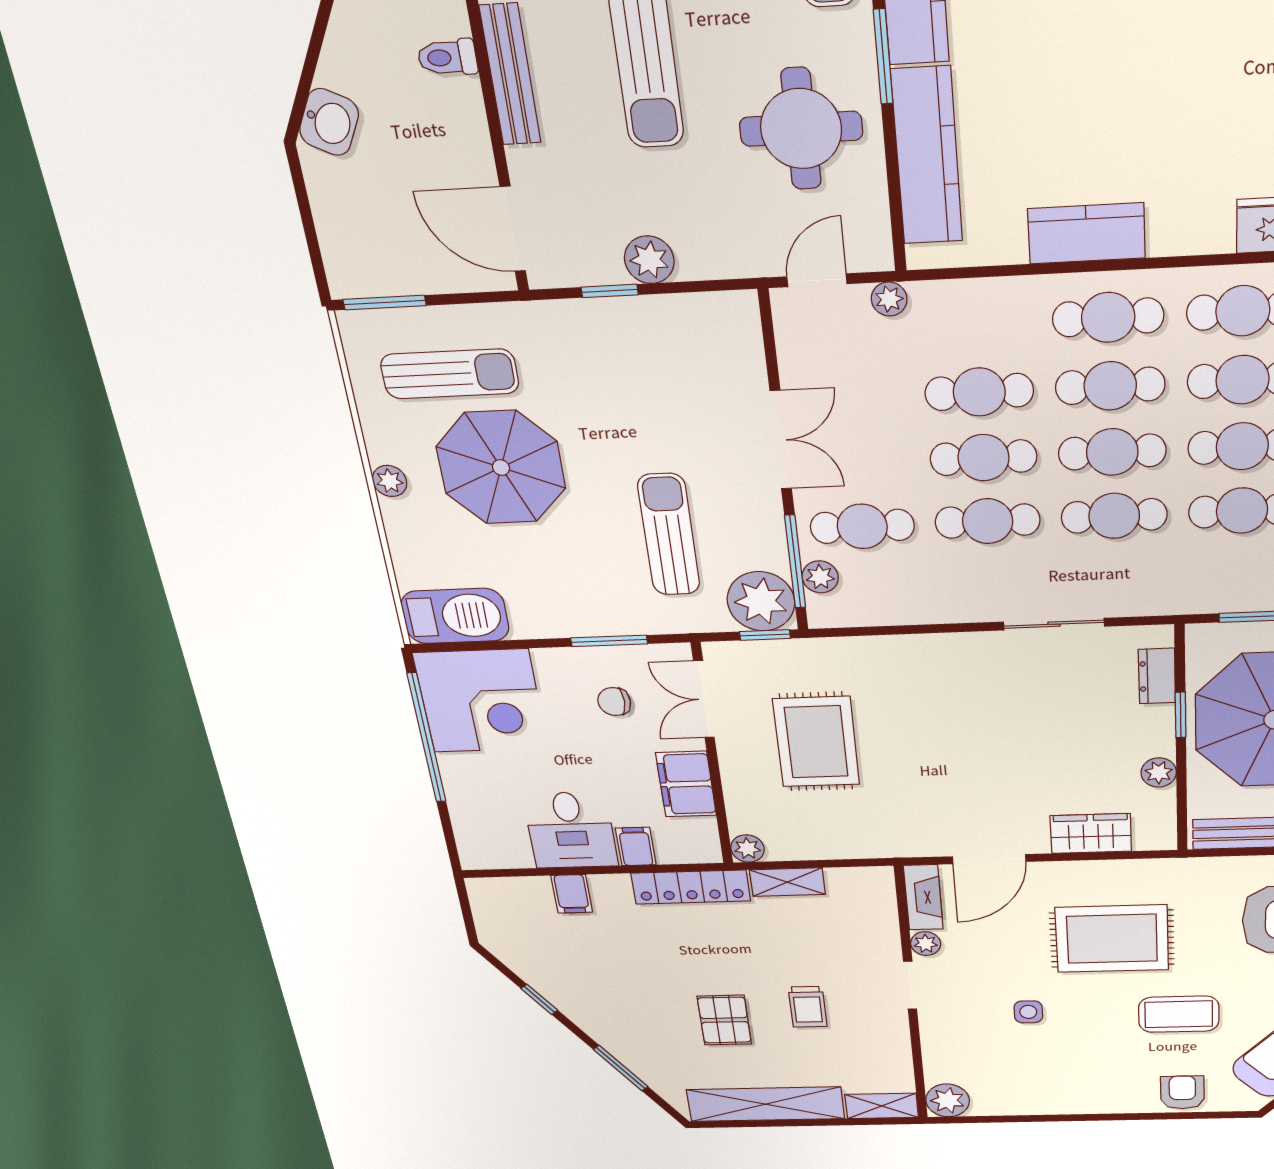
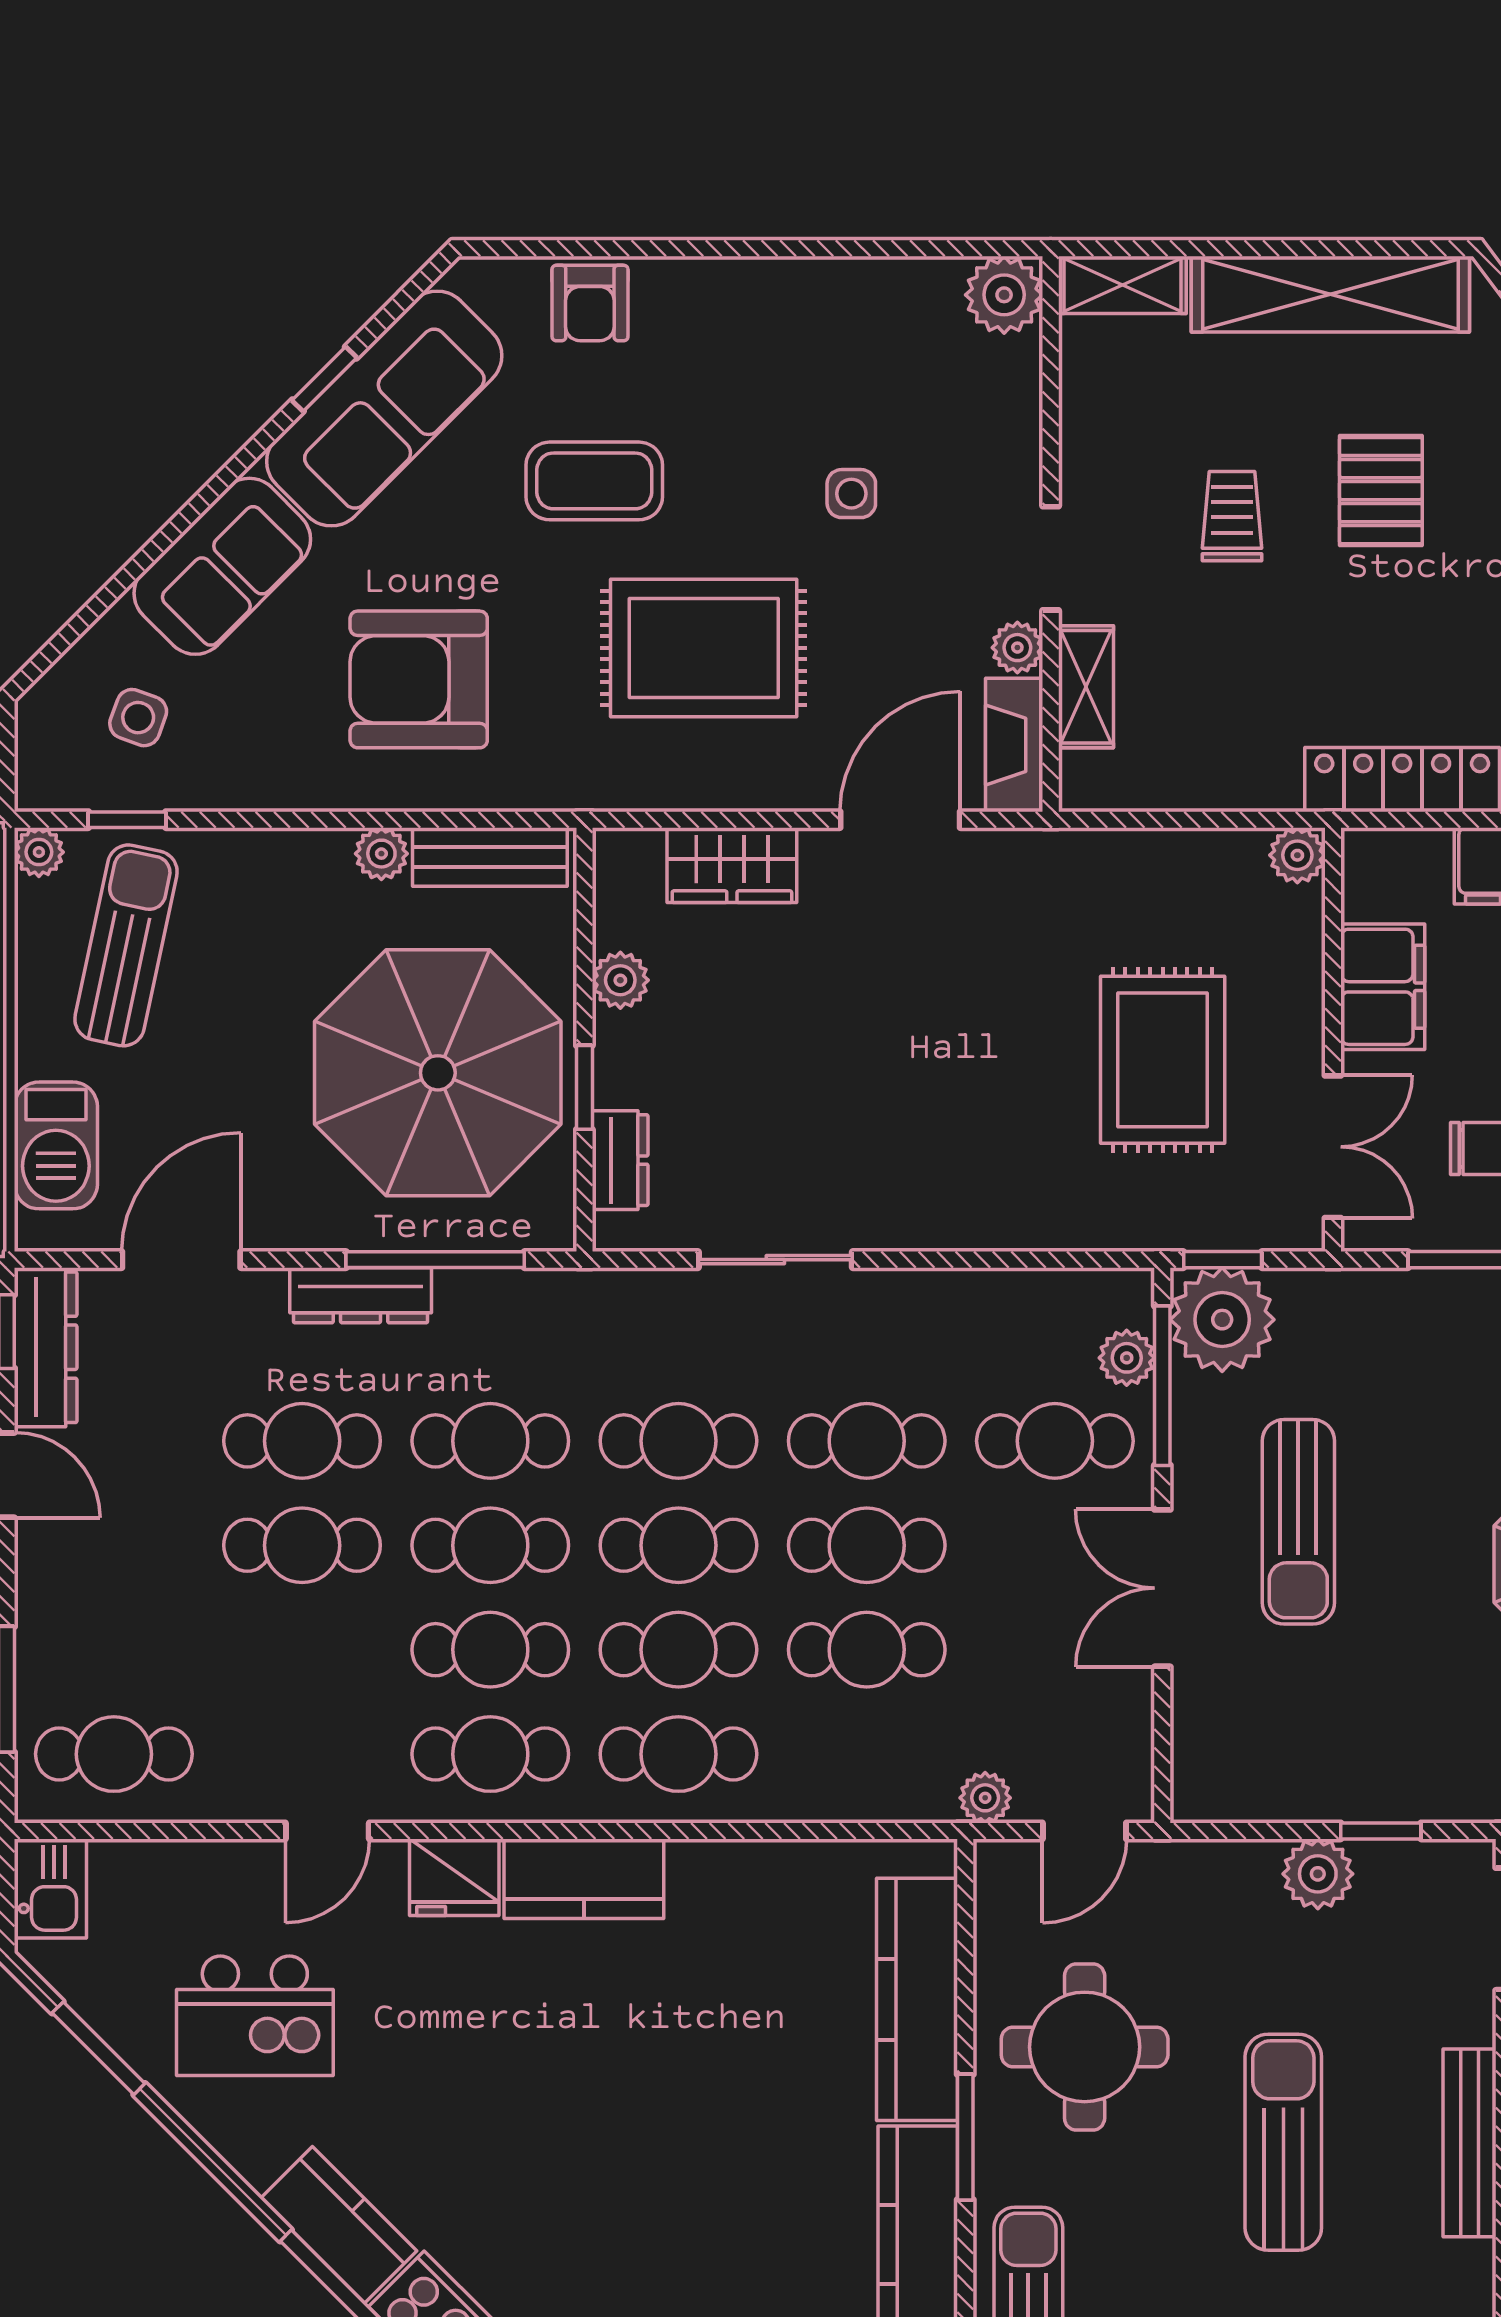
kitchen counter: (1086, 233) -> (584, 1879), moved
sun lounger: (669, 535) -> (1298, 1522), moved
shelving: (787, 882) -> (1086, 687), moved, turned 90

